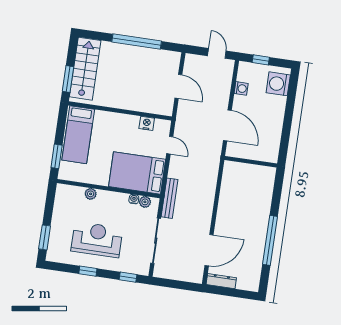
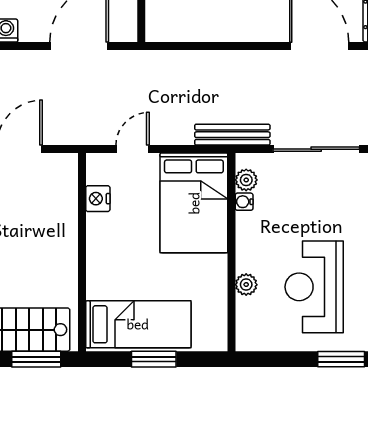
window: (57, 156) -> (154, 359), moved
reception desk: (97, 240) -> (314, 287), moved

